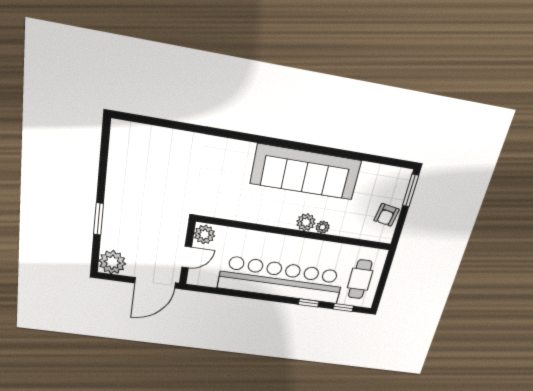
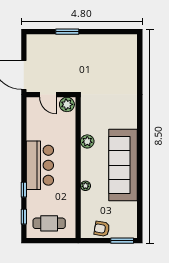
plant: (306, 222) -> (87, 141), moved
plant: (112, 262) -> (36, 44), removed
bar counter: (281, 280) -> (40, 165), width x0.54

